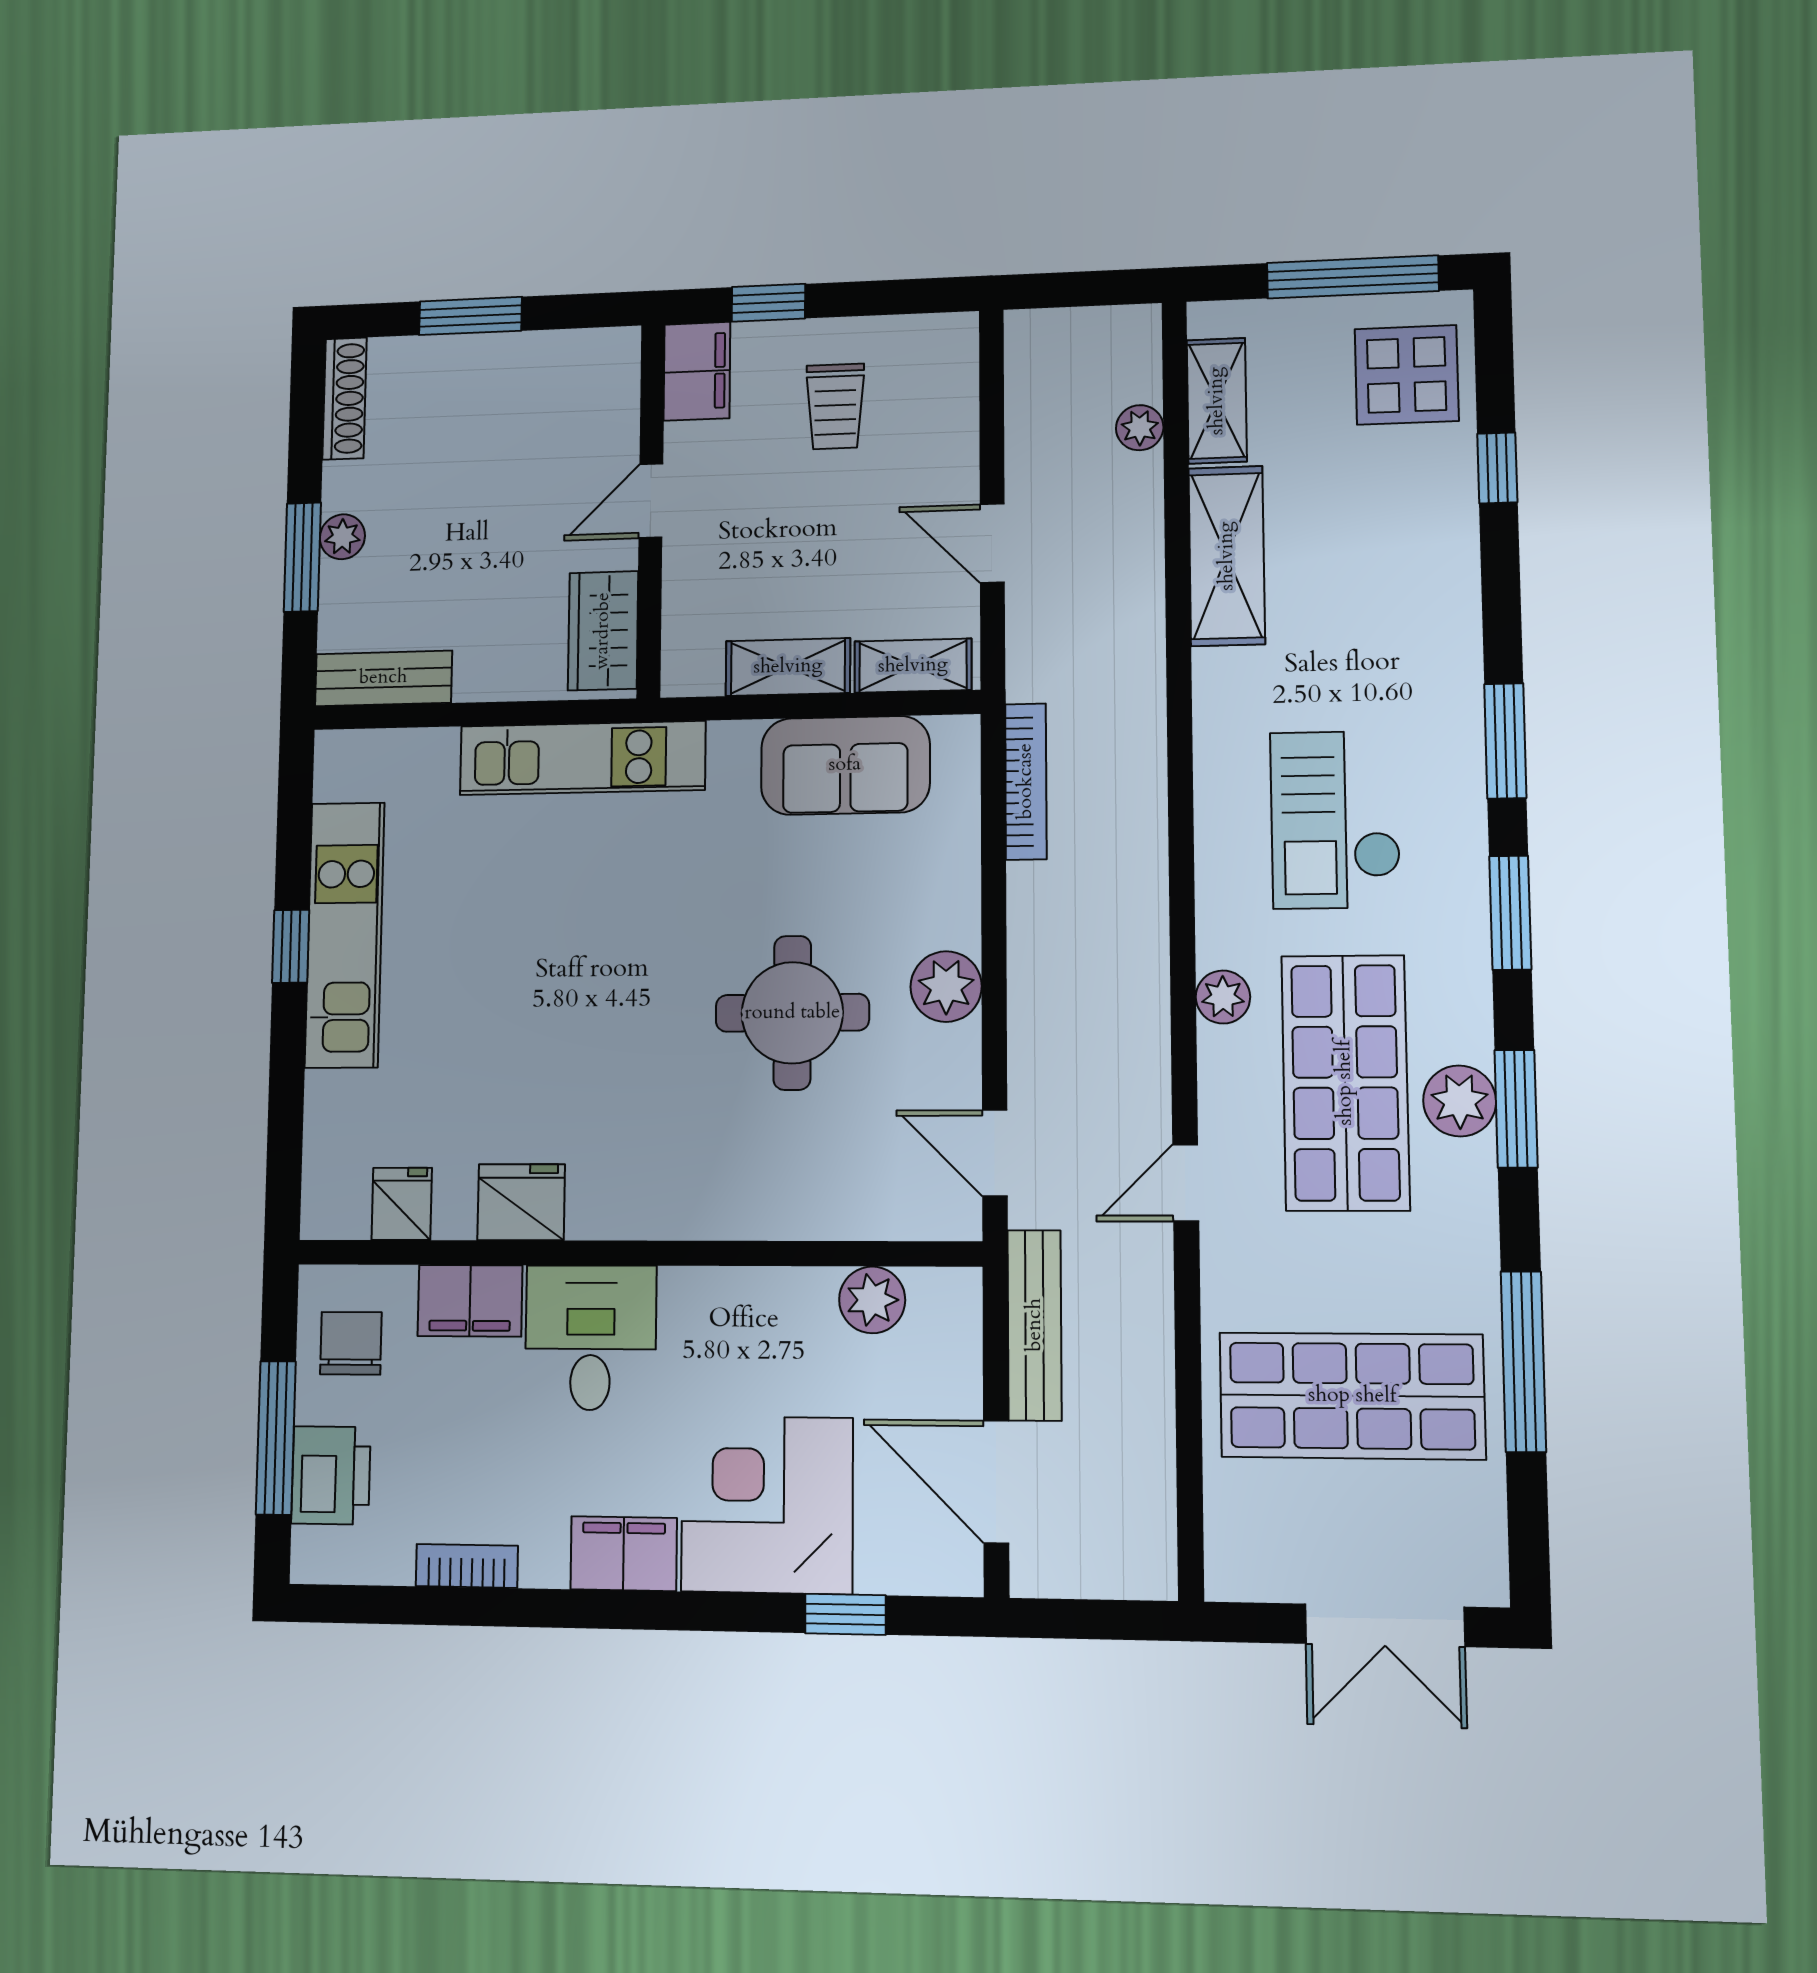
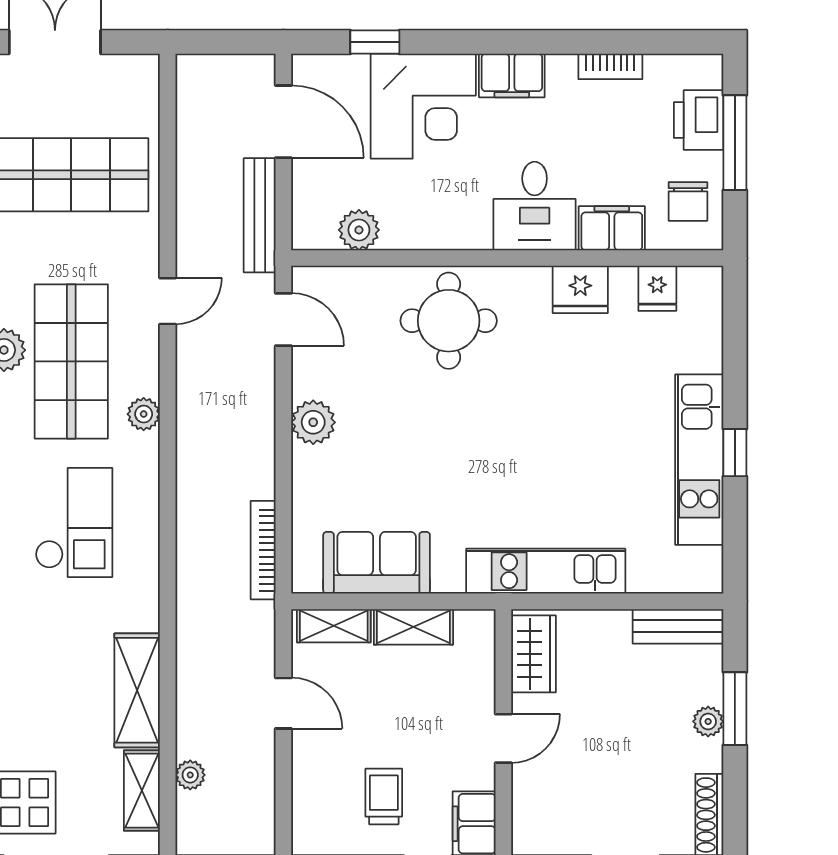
round table: (792, 1013) -> (449, 321), moved

